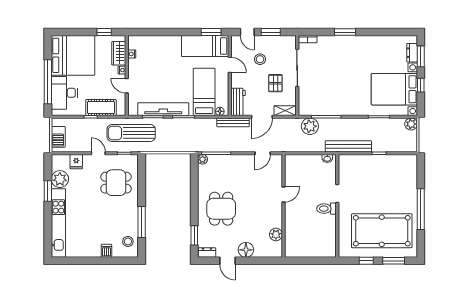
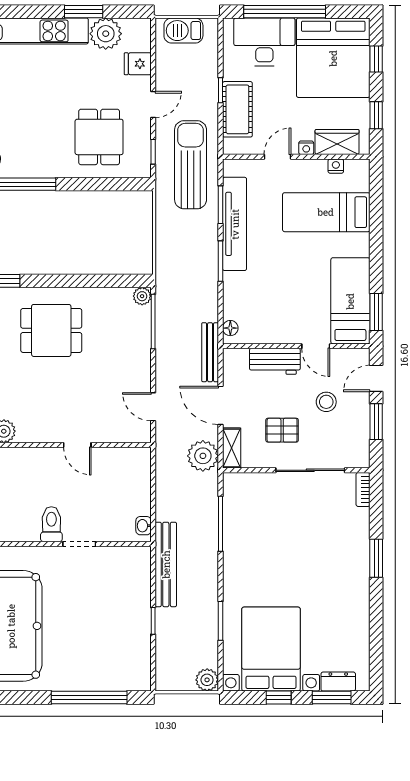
window: (74, 32) -> (376, 59), added
door: (230, 65) -> (316, 346), hinge flipped
bed: (204, 92) -> (326, 212), moved, turned 180
workbench: (238, 102) -> (275, 361), moved
plant: (310, 126) -> (203, 456), moved
window: (421, 209) -> (89, 698), moved

